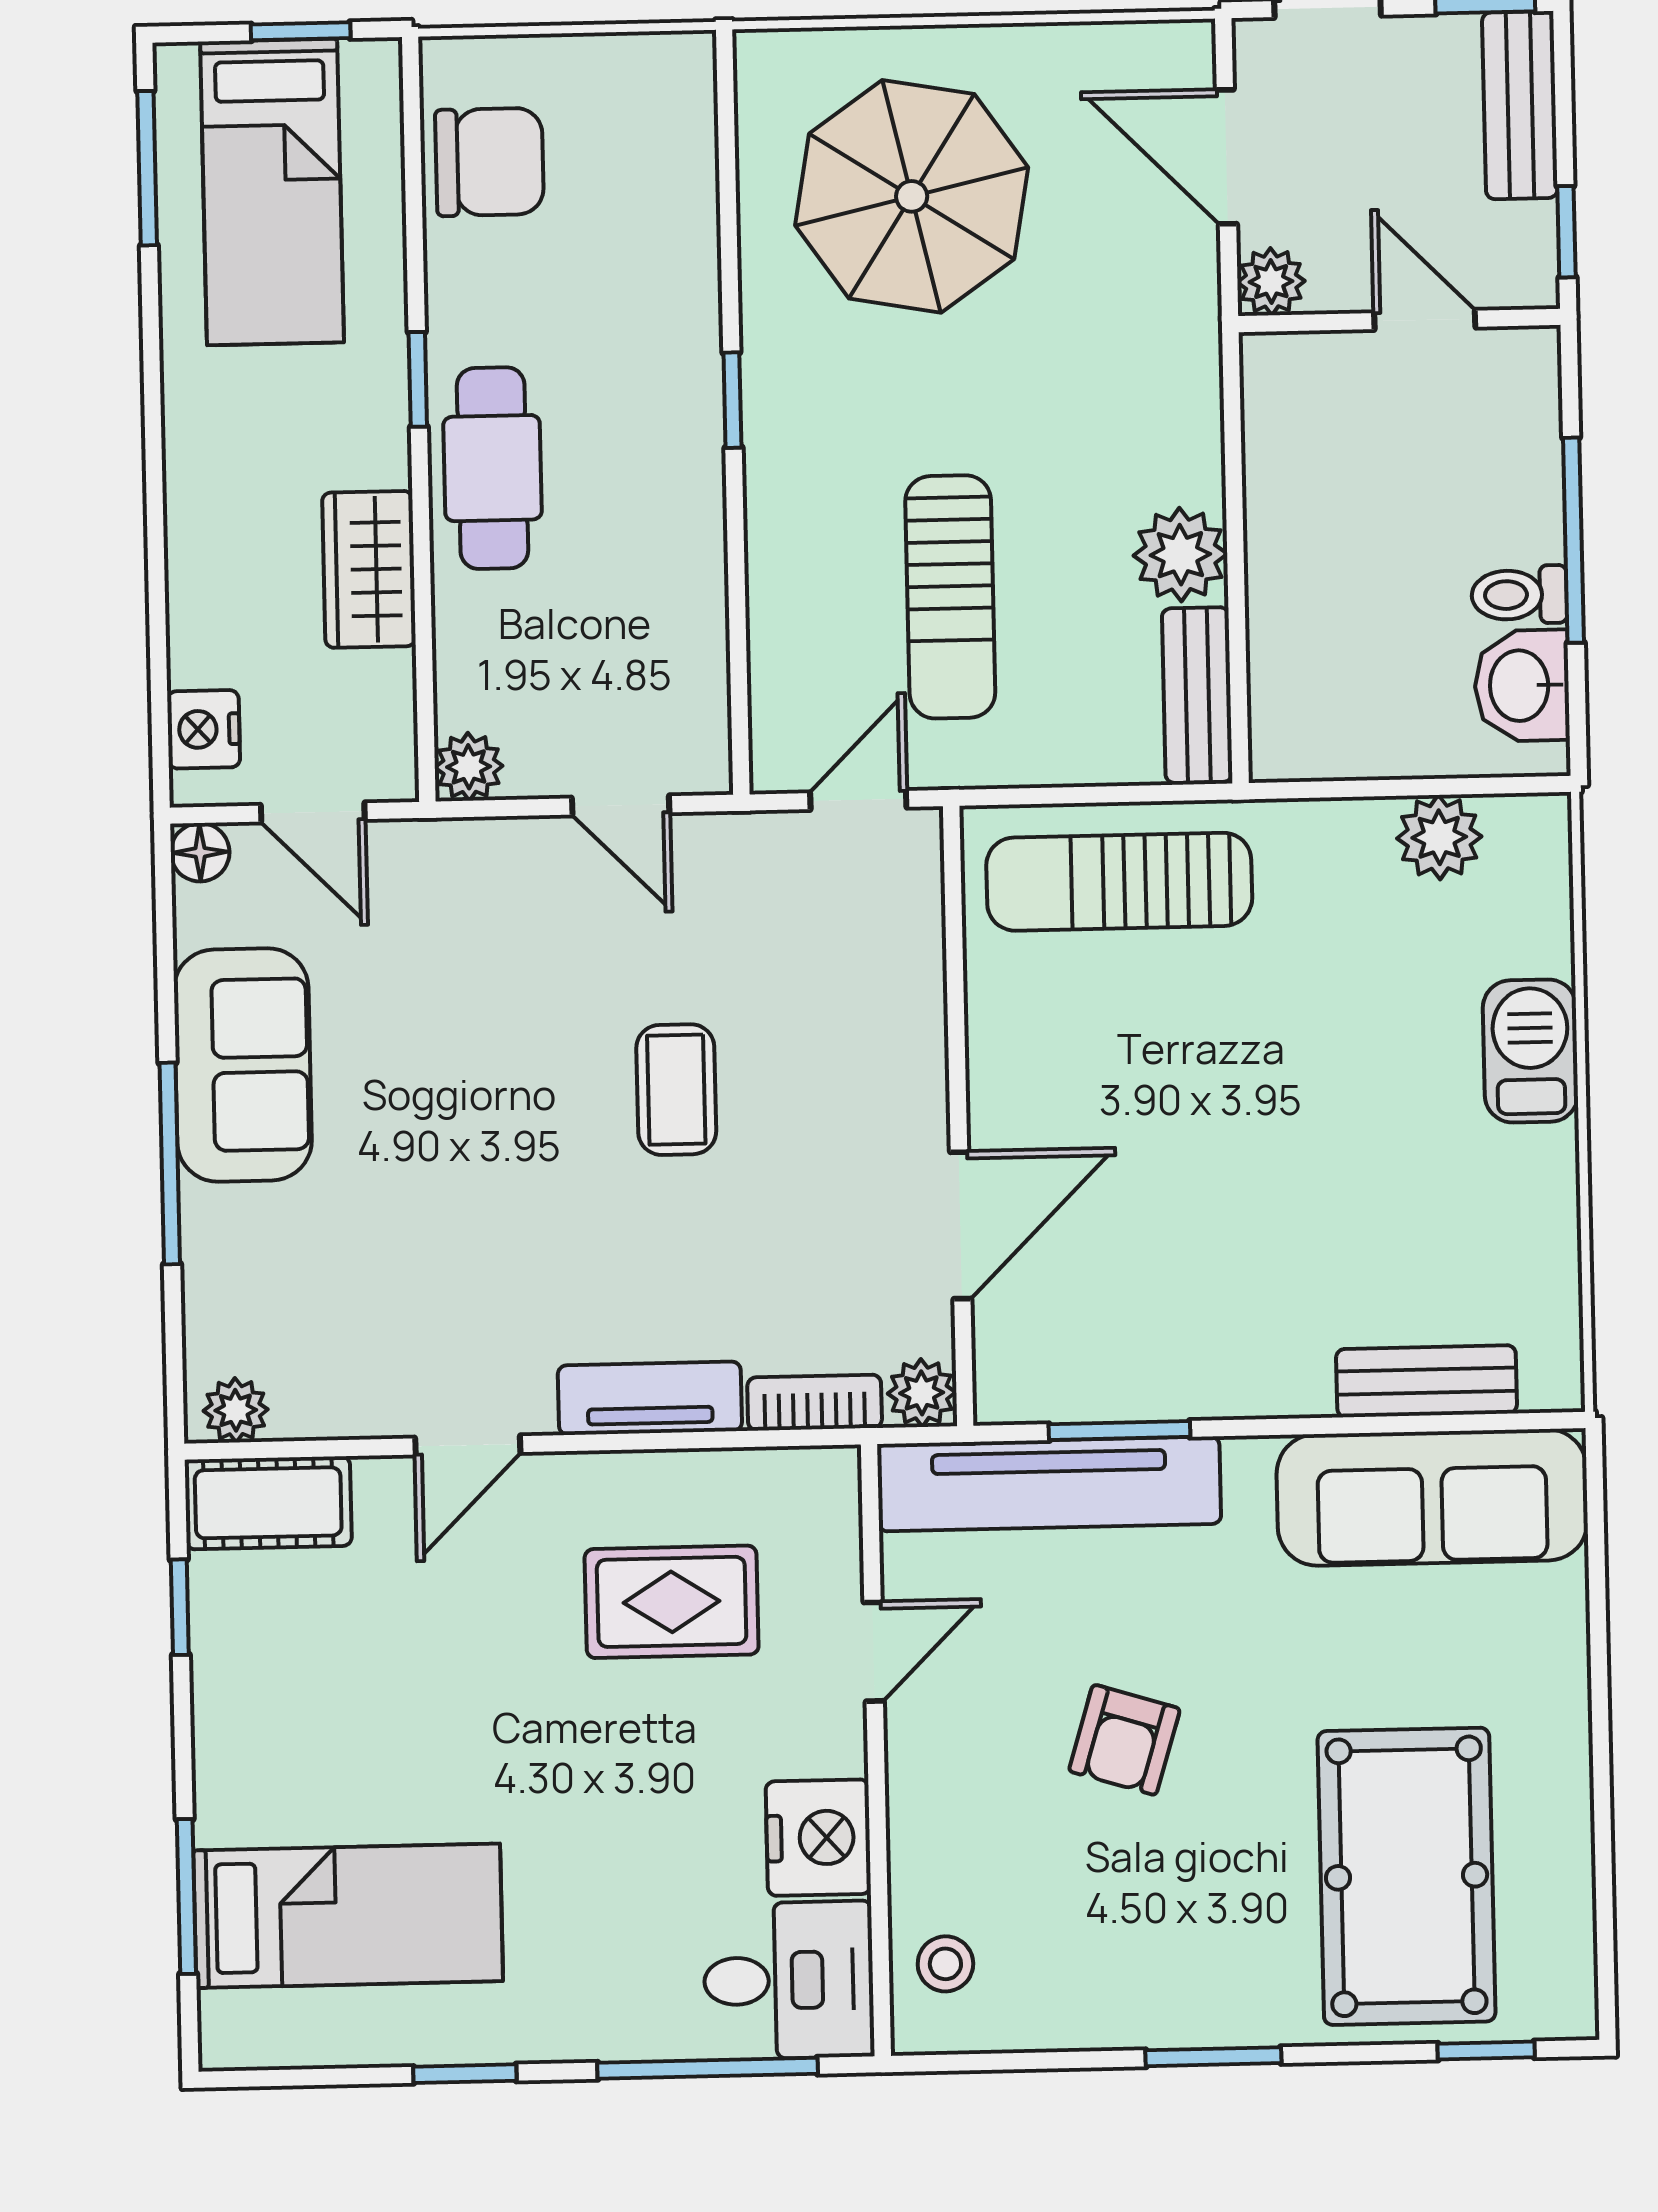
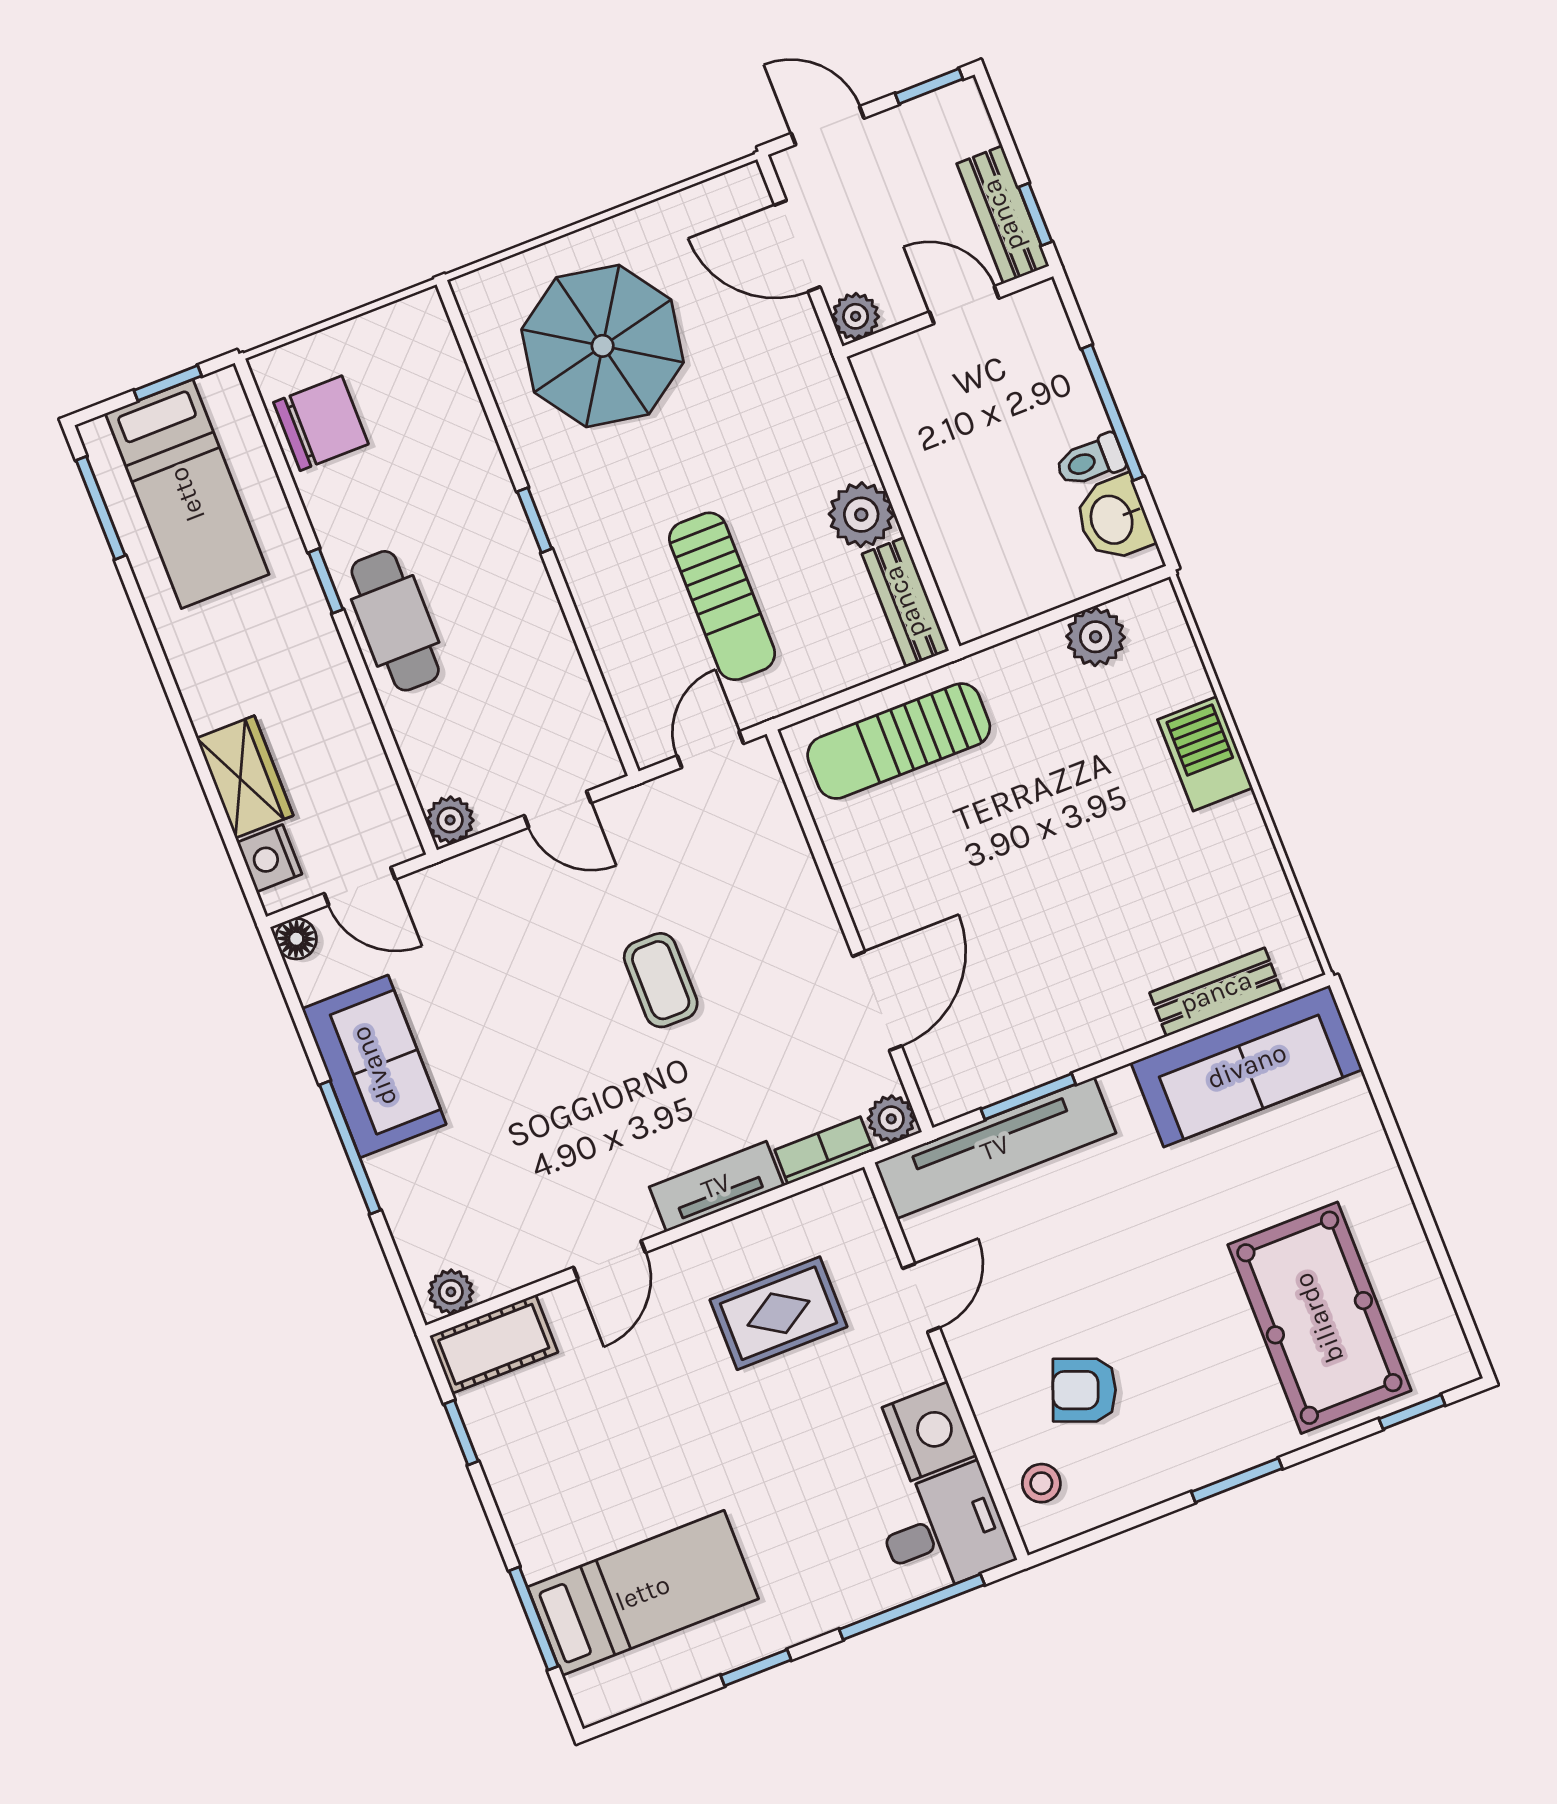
bench: (1520, 105) -> (1003, 215), moved
wardrobe: (369, 569) -> (245, 777), moved, turned 180
armchair: (1124, 1740) -> (1084, 1390), moved, turned 94

